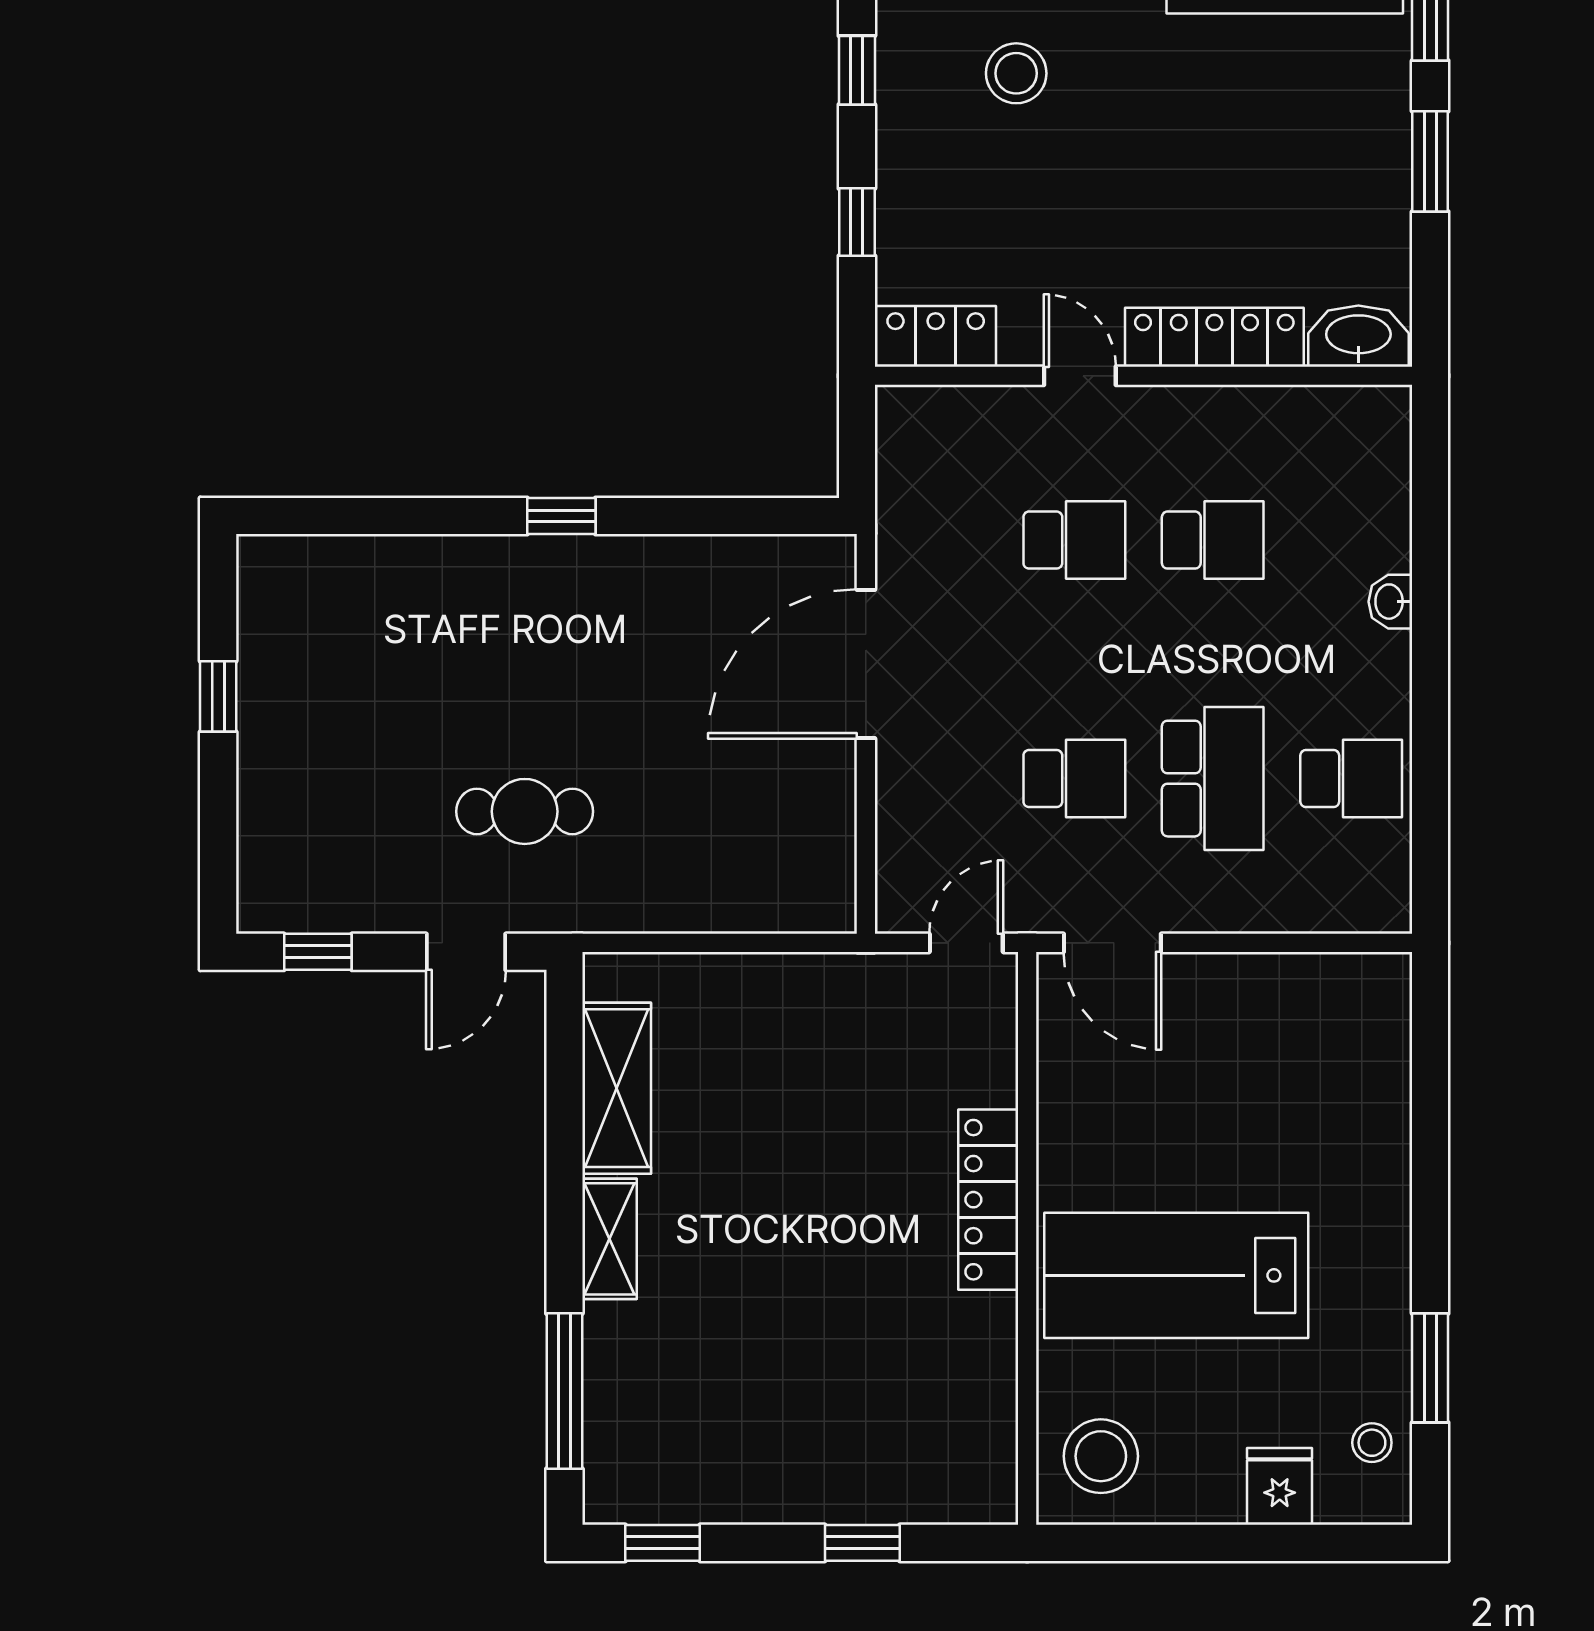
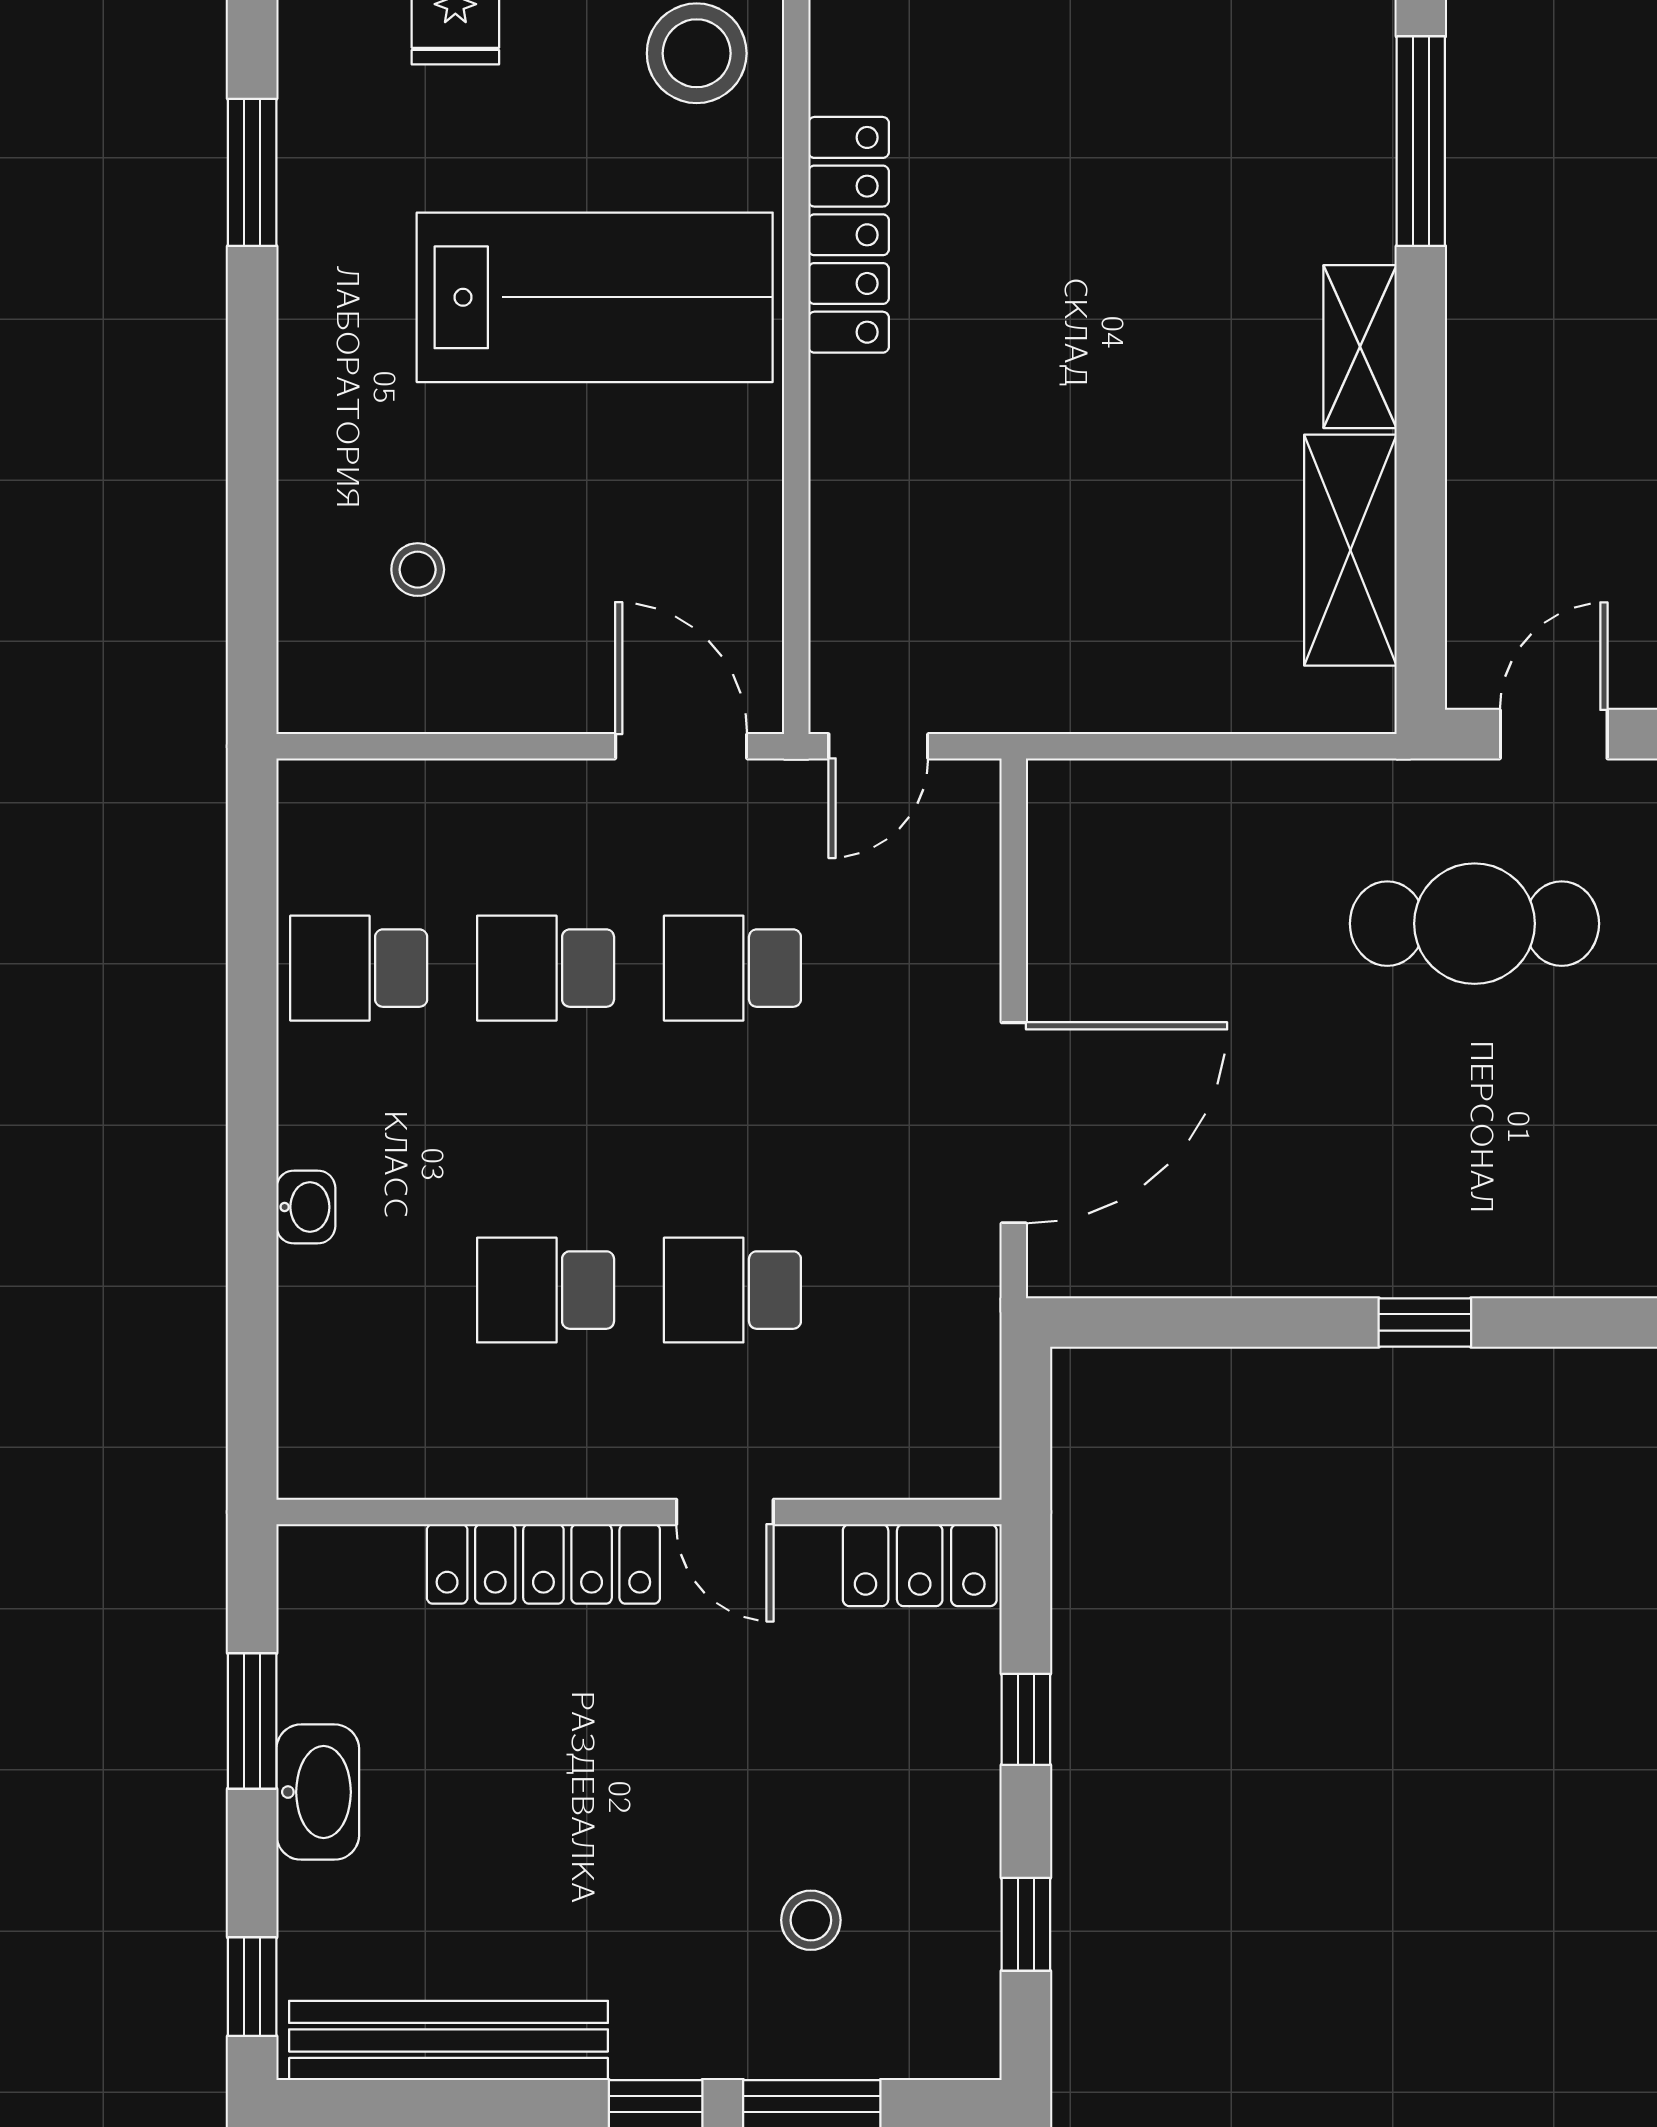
stool: (1016, 73) -> (811, 1920), width x0.73, depth x0.73
window: (1430, 161) -> (252, 1721), moved
washbasin: (1358, 336) -> (318, 1792), moved, turned -90
school desk: (1213, 779) -> (546, 968), width x0.54
cafe table: (525, 811) -> (1474, 924), width x1.37, depth x1.35
locker: (988, 1200) -> (849, 235), moved
stool: (1372, 1443) -> (418, 570), moved

